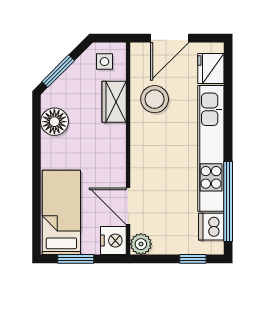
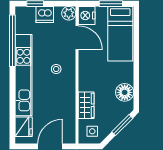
stool: (155, 99) -> (56, 69), moved, width x0.53, depth x0.53
dishwasher: (211, 227) -> (45, 14), moved, turned 90

